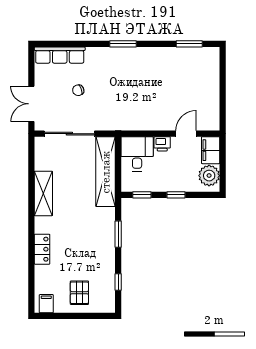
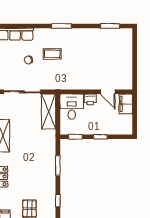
coffee table: (110, 82) -> (52, 54), added
door: (186, 134) -> (108, 92), swing flipped
shelving: (106, 172) -> (49, 112), width x0.68
plant: (209, 176) -> (125, 123), removed

